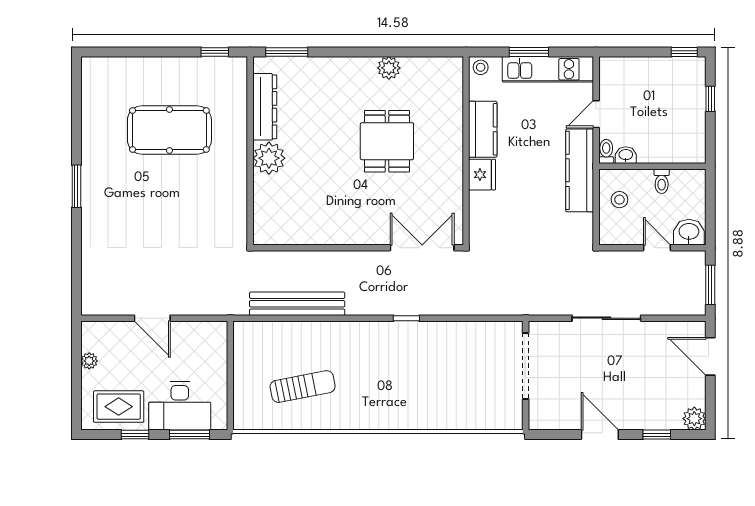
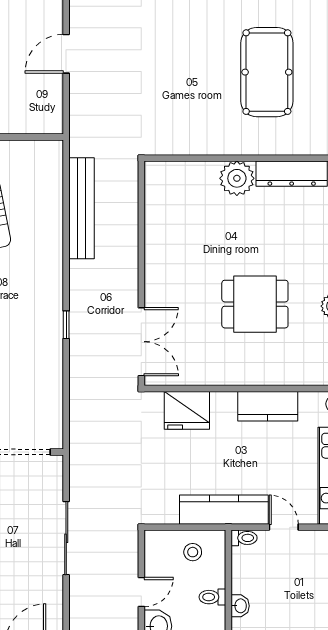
washbasin: (626, 155) -> (240, 606), moved
fridge: (482, 175) -> (187, 410), moved, width x1.36, depth x1.34

